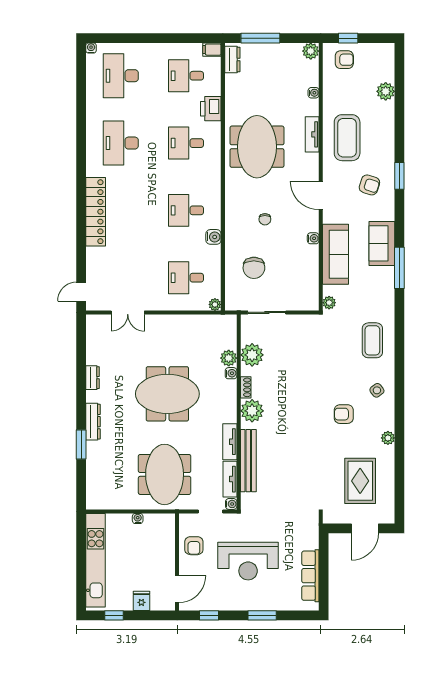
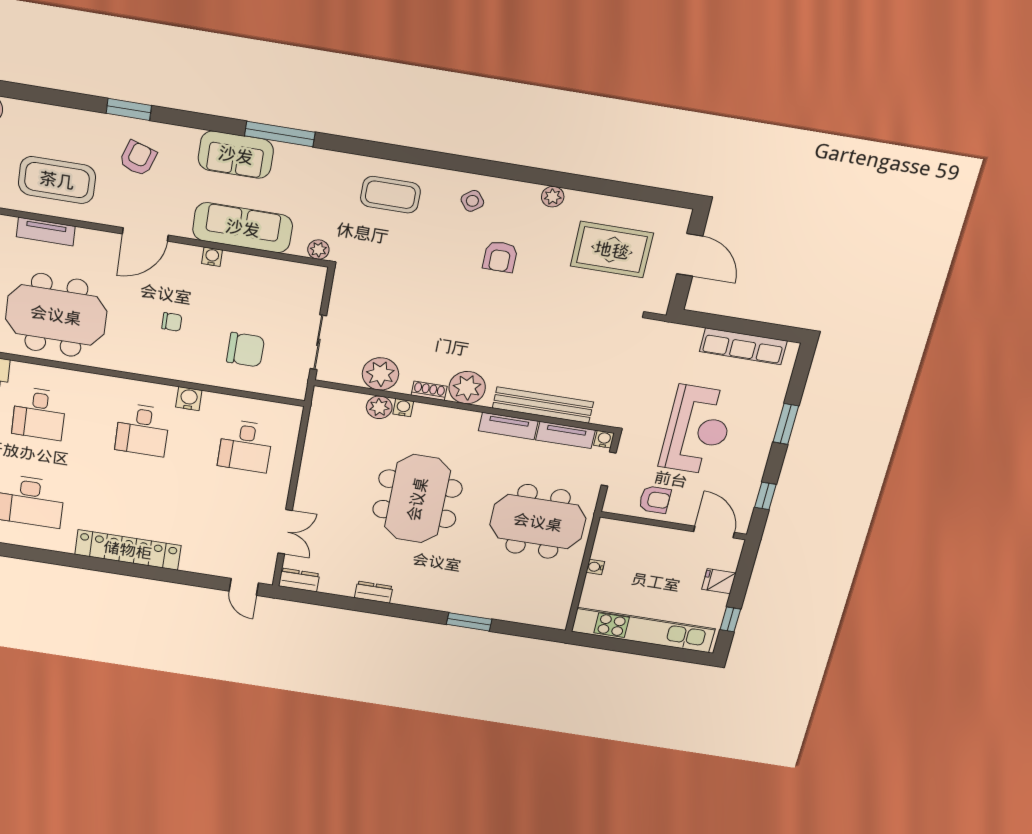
plant: (215, 304) -> (293, 413), removed
dresser: (93, 422) -> (299, 580), moved, width x0.70

